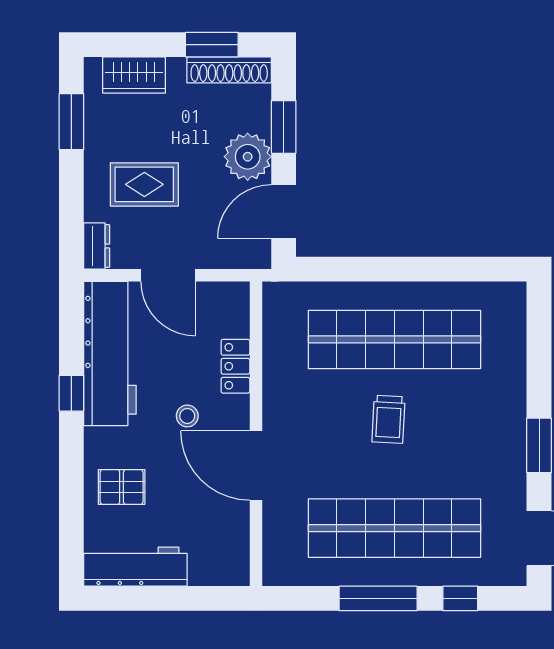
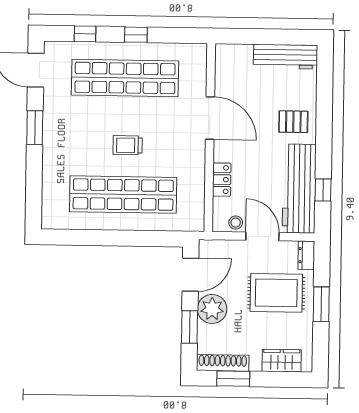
window: (71, 122) -> (321, 304), moved
rug: (144, 184) -> (276, 293), width x1.36, depth x1.43
window: (71, 393) -> (323, 190), moved
stool: (187, 416) -> (236, 223), moved
trolley: (389, 419) -> (128, 145), turned -93
pallet: (122, 487) -> (293, 122), moved
window: (378, 598) -> (136, 35), width x0.46

